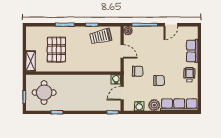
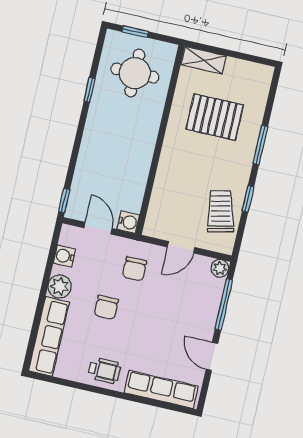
row of seats: (192, 51) -> (161, 389), width x1.48

